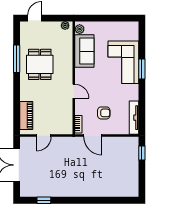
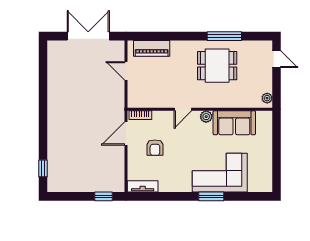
plant: (80, 29) -> (206, 117), moved
tv unit: (134, 118) -> (143, 186), width x0.71
window: (44, 200) -> (43, 168), moved

